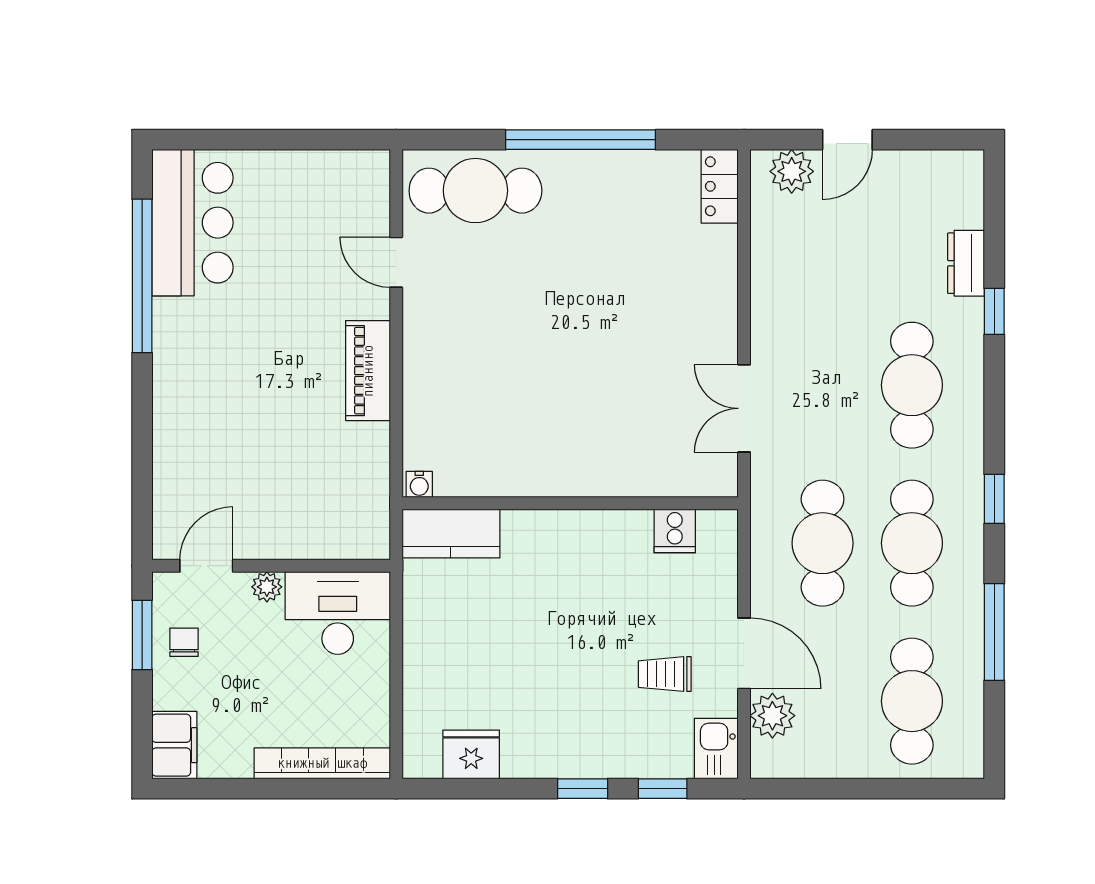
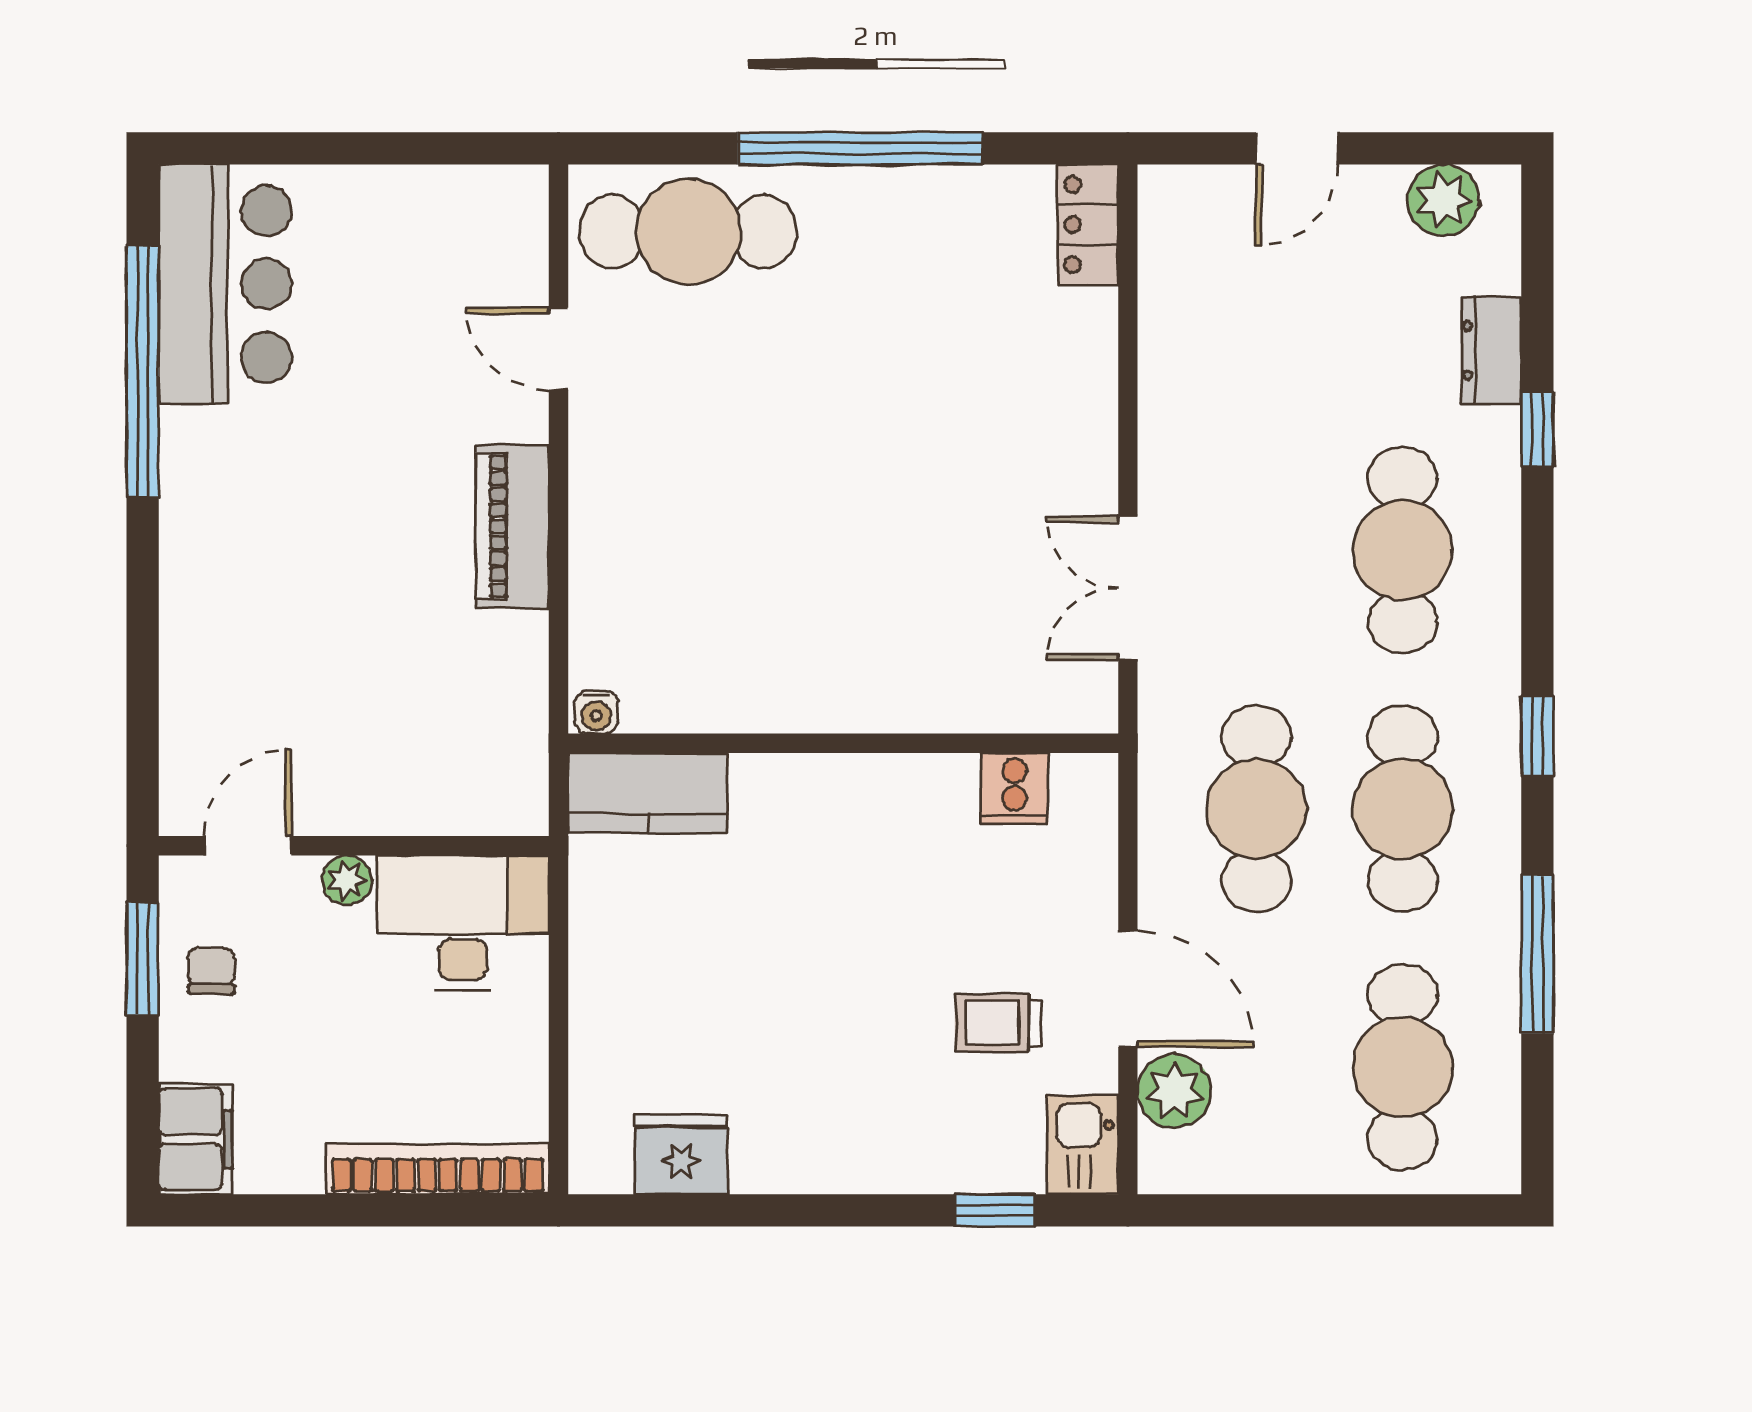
plant: (792, 171) -> (1443, 200), moved
window: (583, 789) -> (864, 1210), removed

